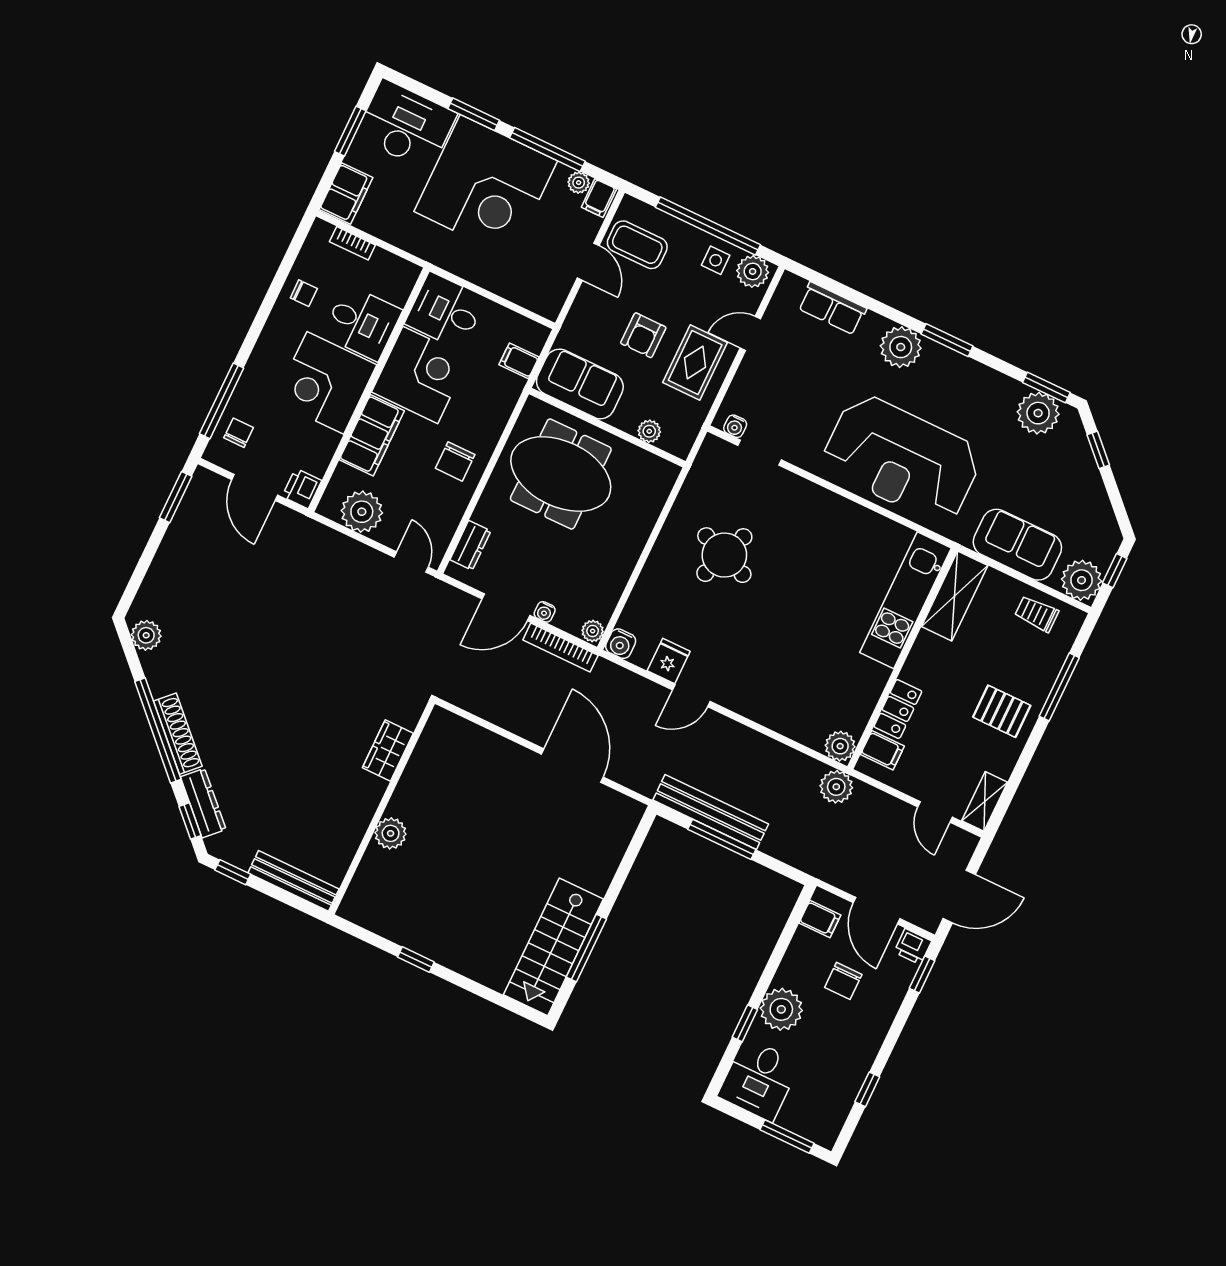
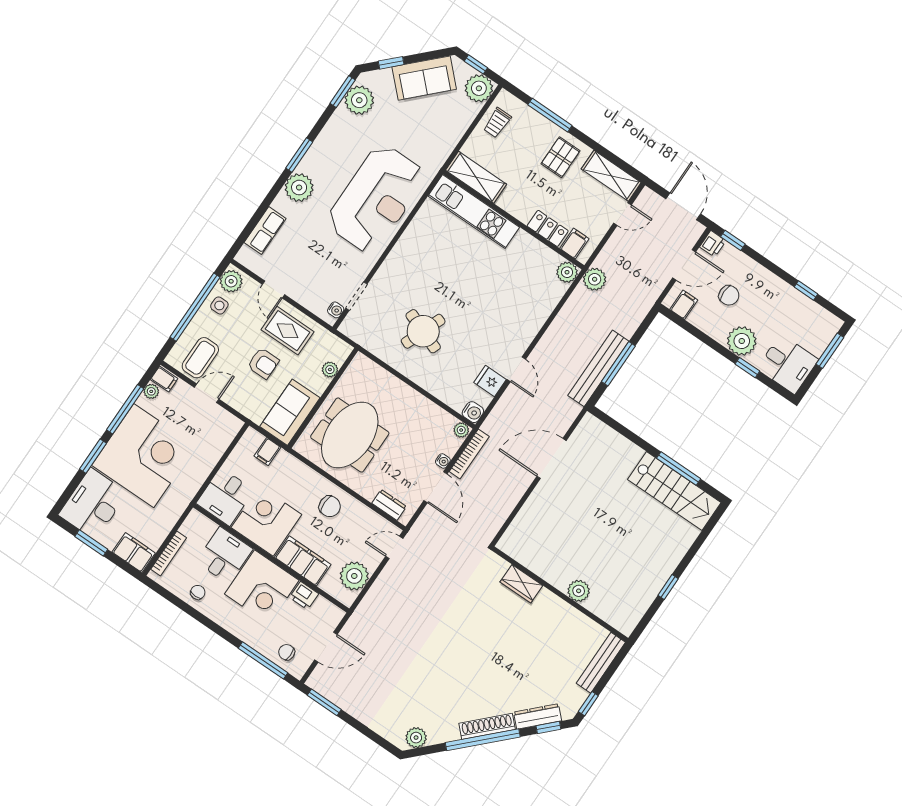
bookcase: (352, 243) -> (169, 554), width x1.56
printer: (302, 488) -> (304, 596), moved
sofa: (1017, 545) -> (424, 78), moved, turned -135
shelving: (985, 801) -> (611, 176), width x1.50, depth x1.33

